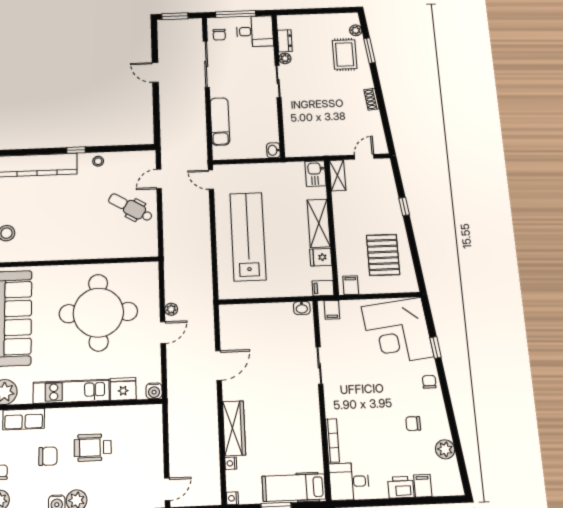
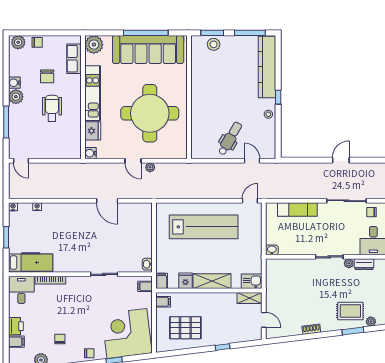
wardrobe: (234, 428) -> (62, 210), removed
hospital bed: (294, 488) -> (31, 263), moved, turned 90

